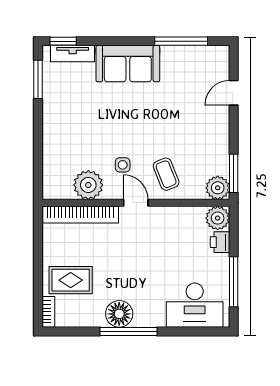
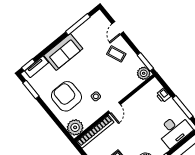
armchair: (81, 131) -> (66, 96), added
coffee table: (166, 174) -> (116, 54), moved
plant: (88, 185) -> (75, 127), moved
door: (136, 203) -> (114, 108), swing flipped
plant: (218, 218) -> (154, 86), removed

